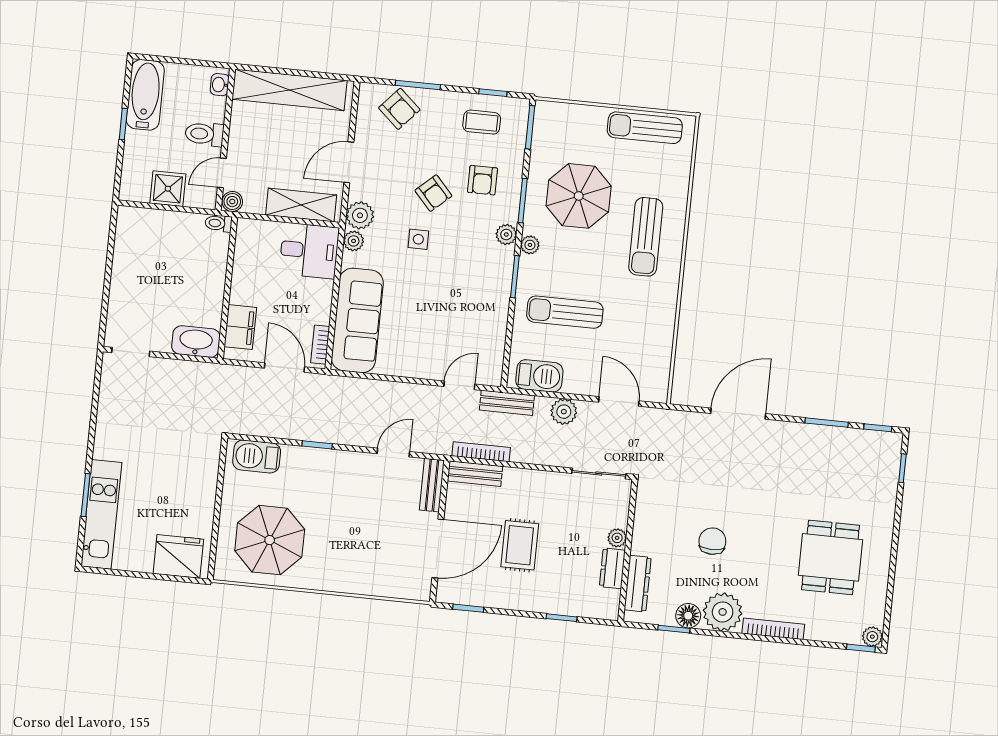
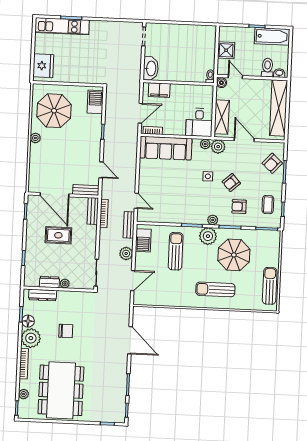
toilet: (204, 134) -> (267, 68), moved
plant: (530, 245) -> (208, 236), width x1.87, depth x1.87
dining table: (831, 557) -> (61, 390), width x1.88, depth x1.24
plant: (322, 580) -> (35, 138), added
plant: (872, 637) -> (24, 394), moved

